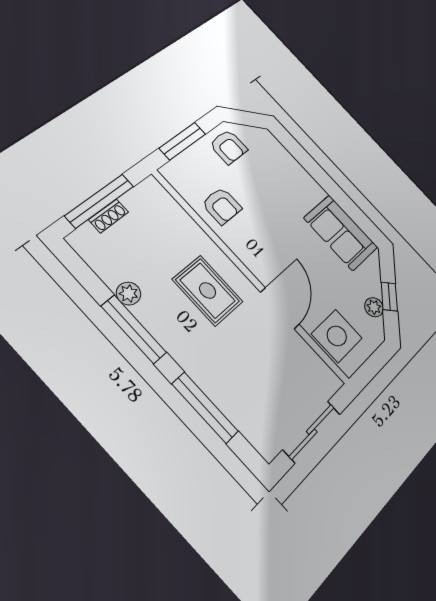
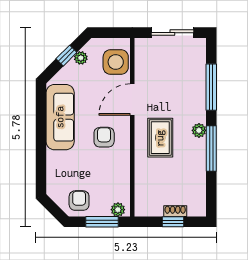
plant: (178, 168) -> (118, 210), added
window: (99, 201) -> (173, 222), width x0.46
armchair: (222, 206) -> (104, 137), moved
sofa: (341, 233) -> (60, 117), width x1.36
plant: (129, 294) -> (199, 130), moved

